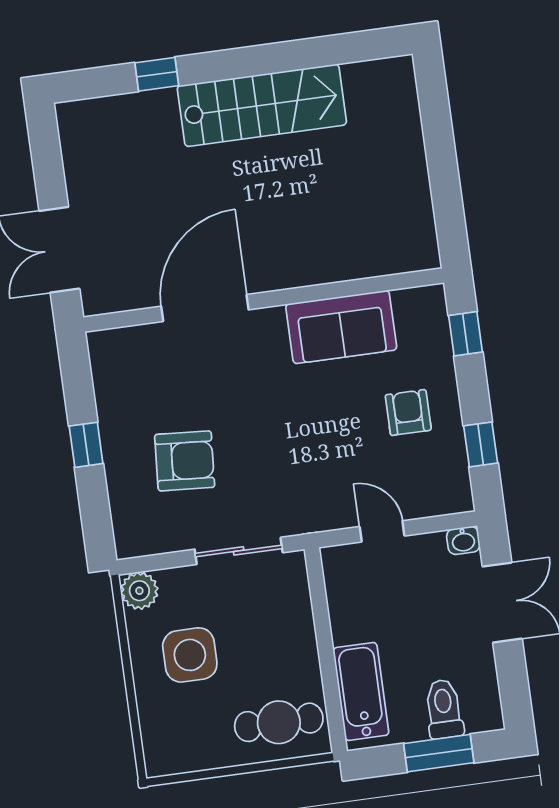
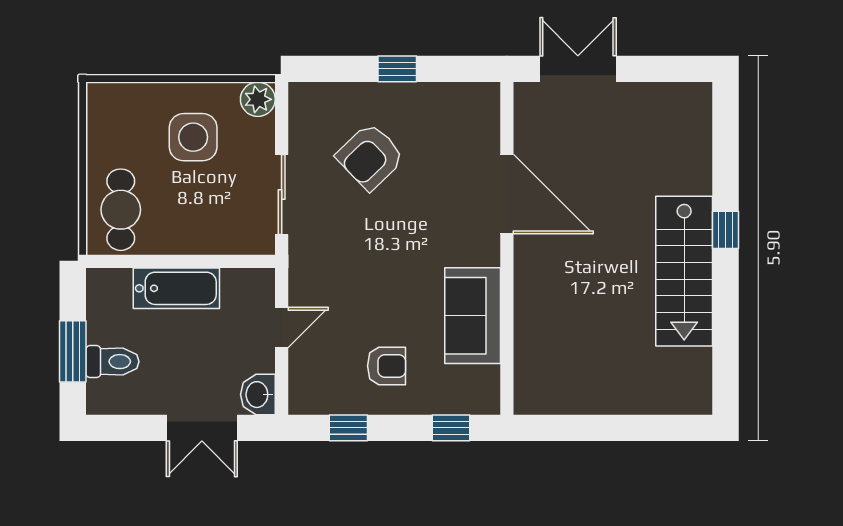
window: (157, 74) -> (726, 230), moved
armchair: (185, 461) -> (370, 157), turned 42
washbasin: (463, 540) -> (258, 395), width x1.38, depth x1.45
bathtub: (361, 691) -> (176, 288), moved

